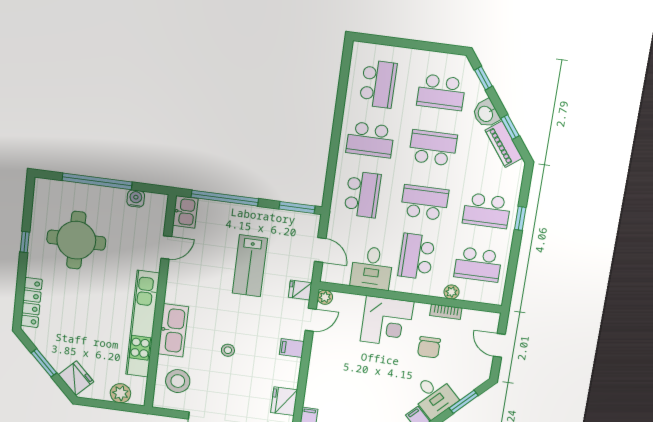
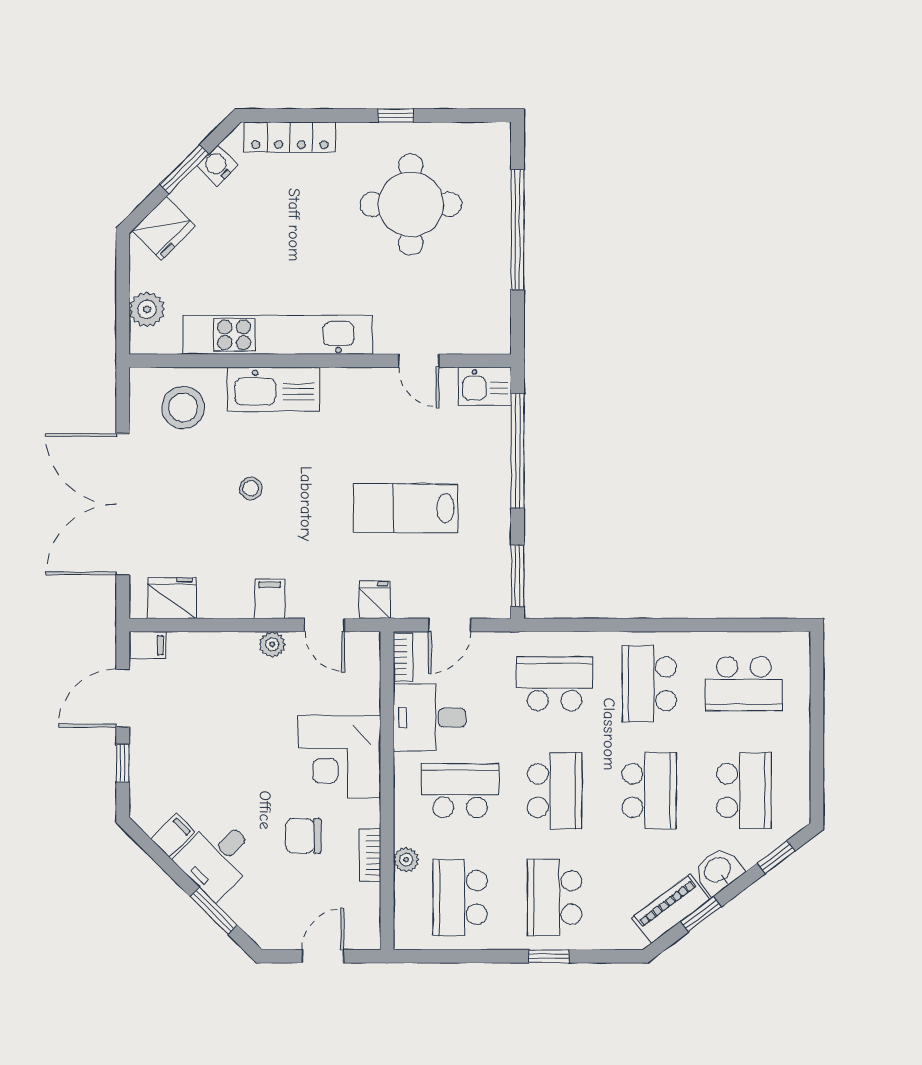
school desk: (441, 92) -> (744, 791), turned 180
school desk: (363, 194) -> (555, 684), turned 180
water cooler: (136, 199) -> (217, 165), moved, turned -135
bookcase: (335, 278) -> (403, 657), added
plant: (325, 297) -> (272, 644), moved

